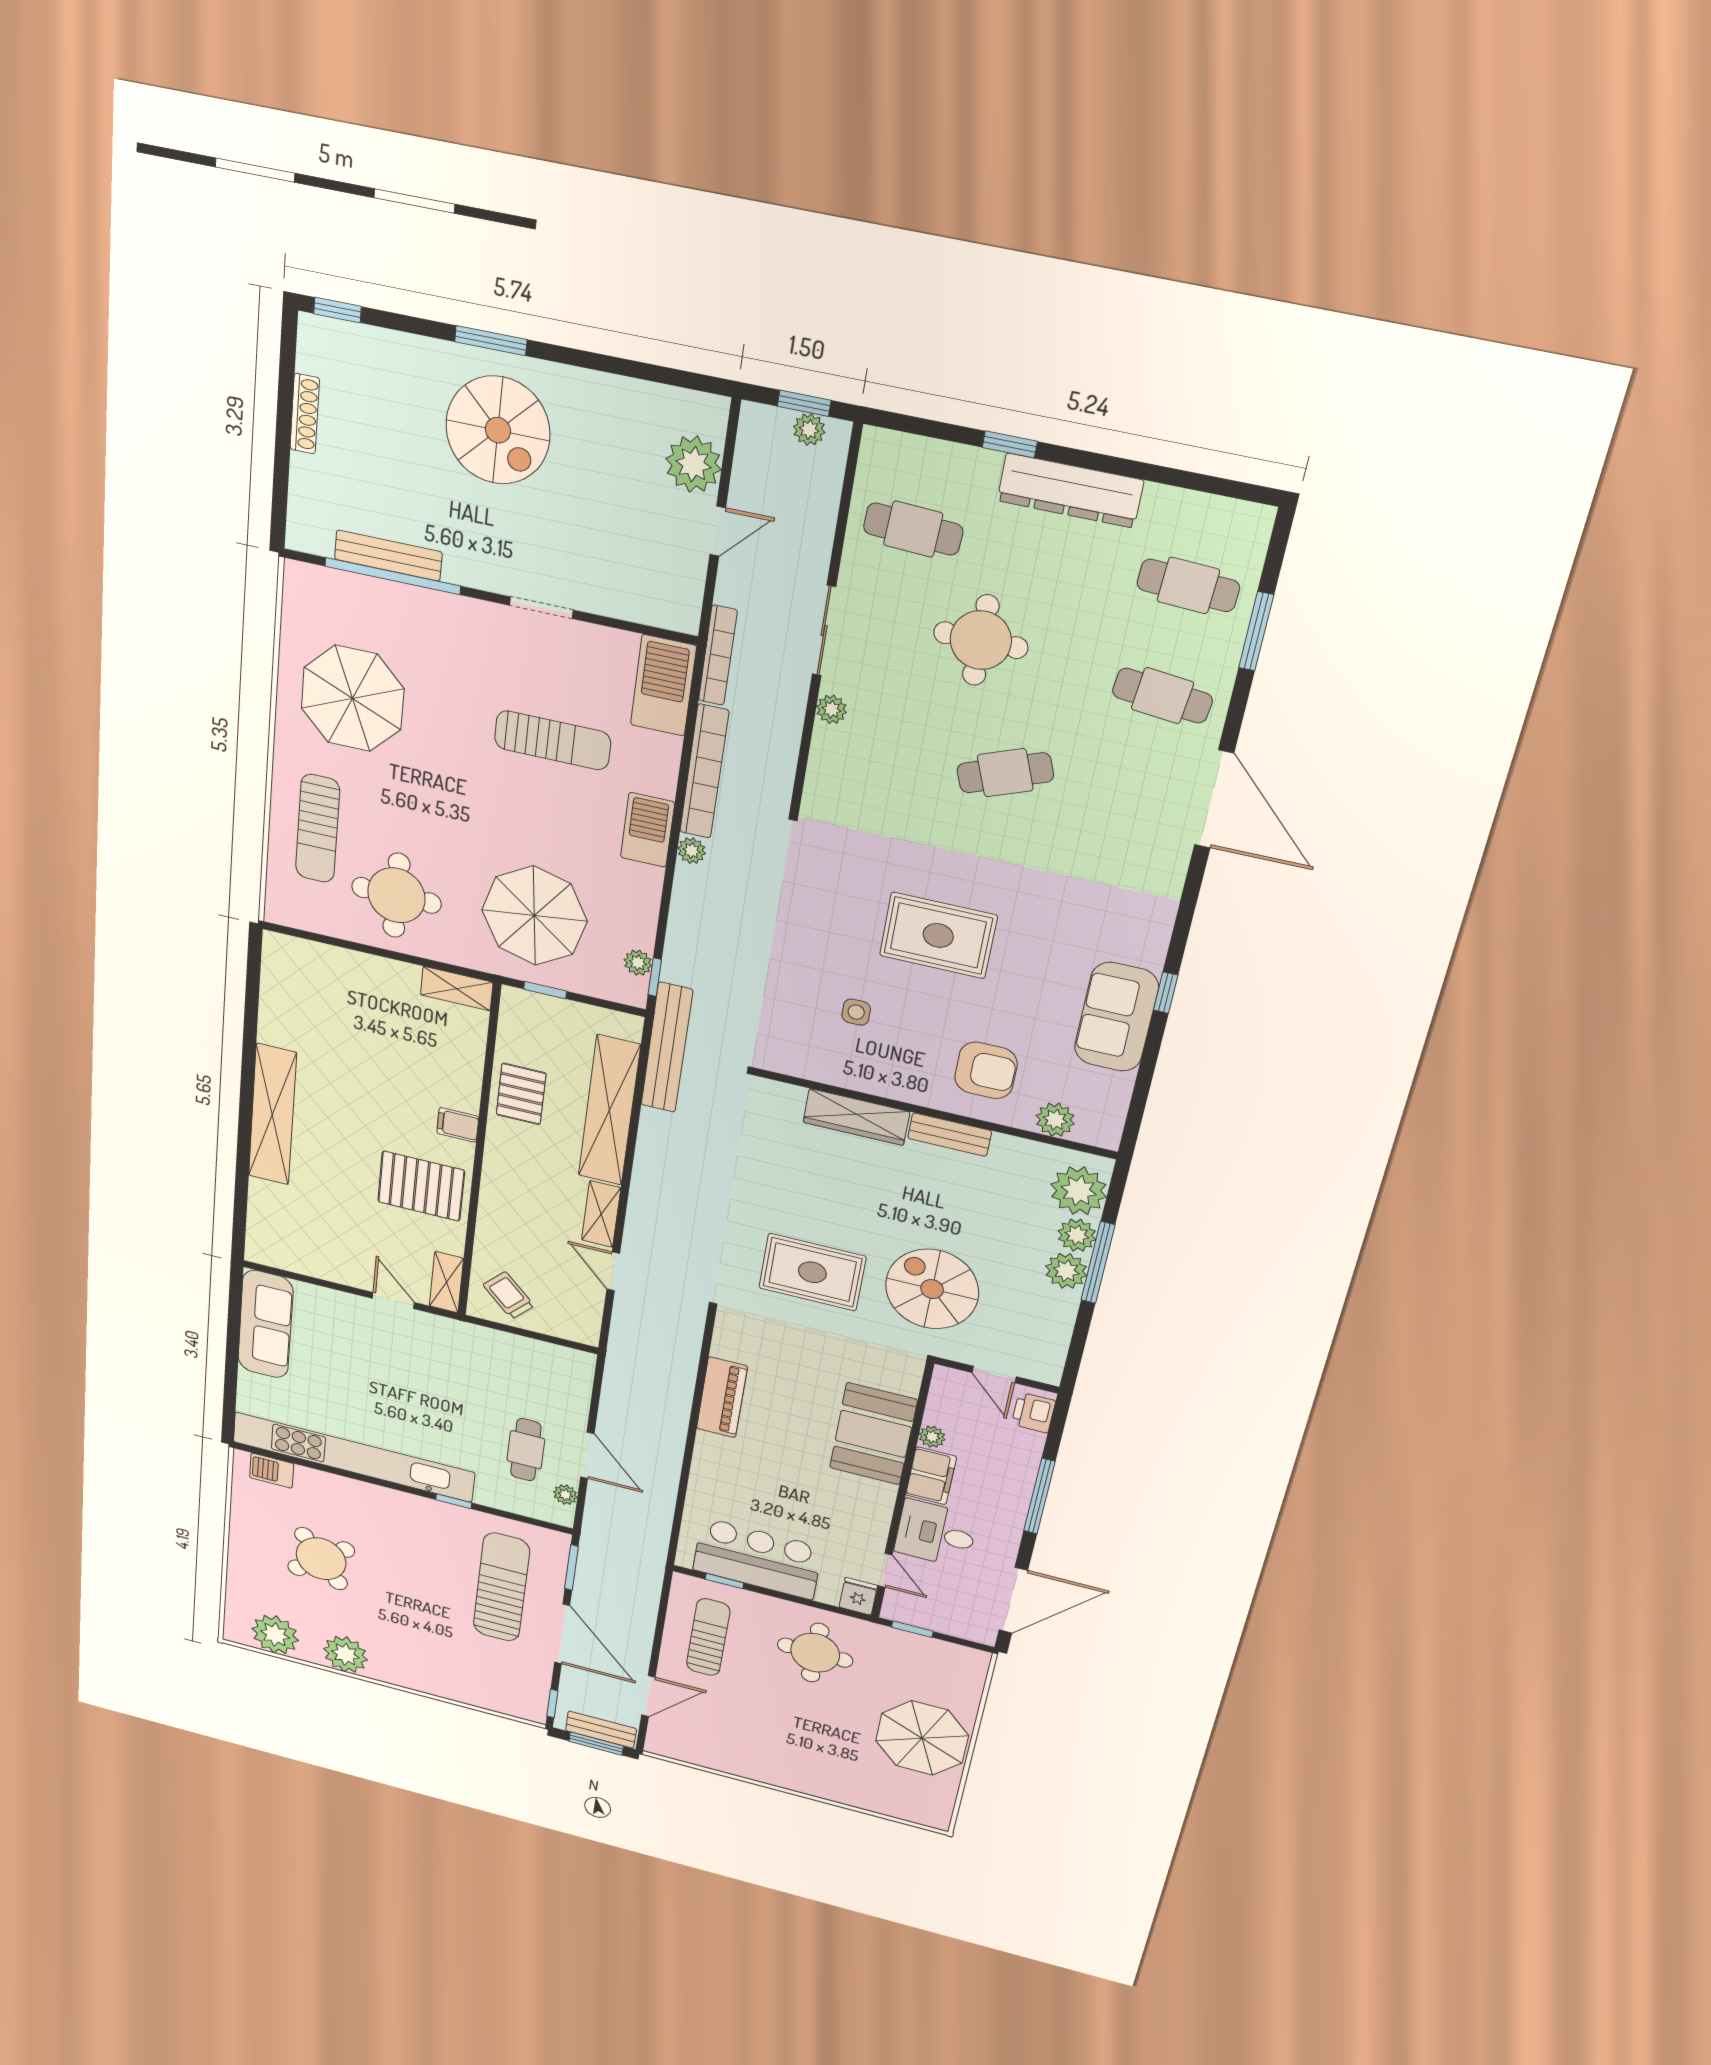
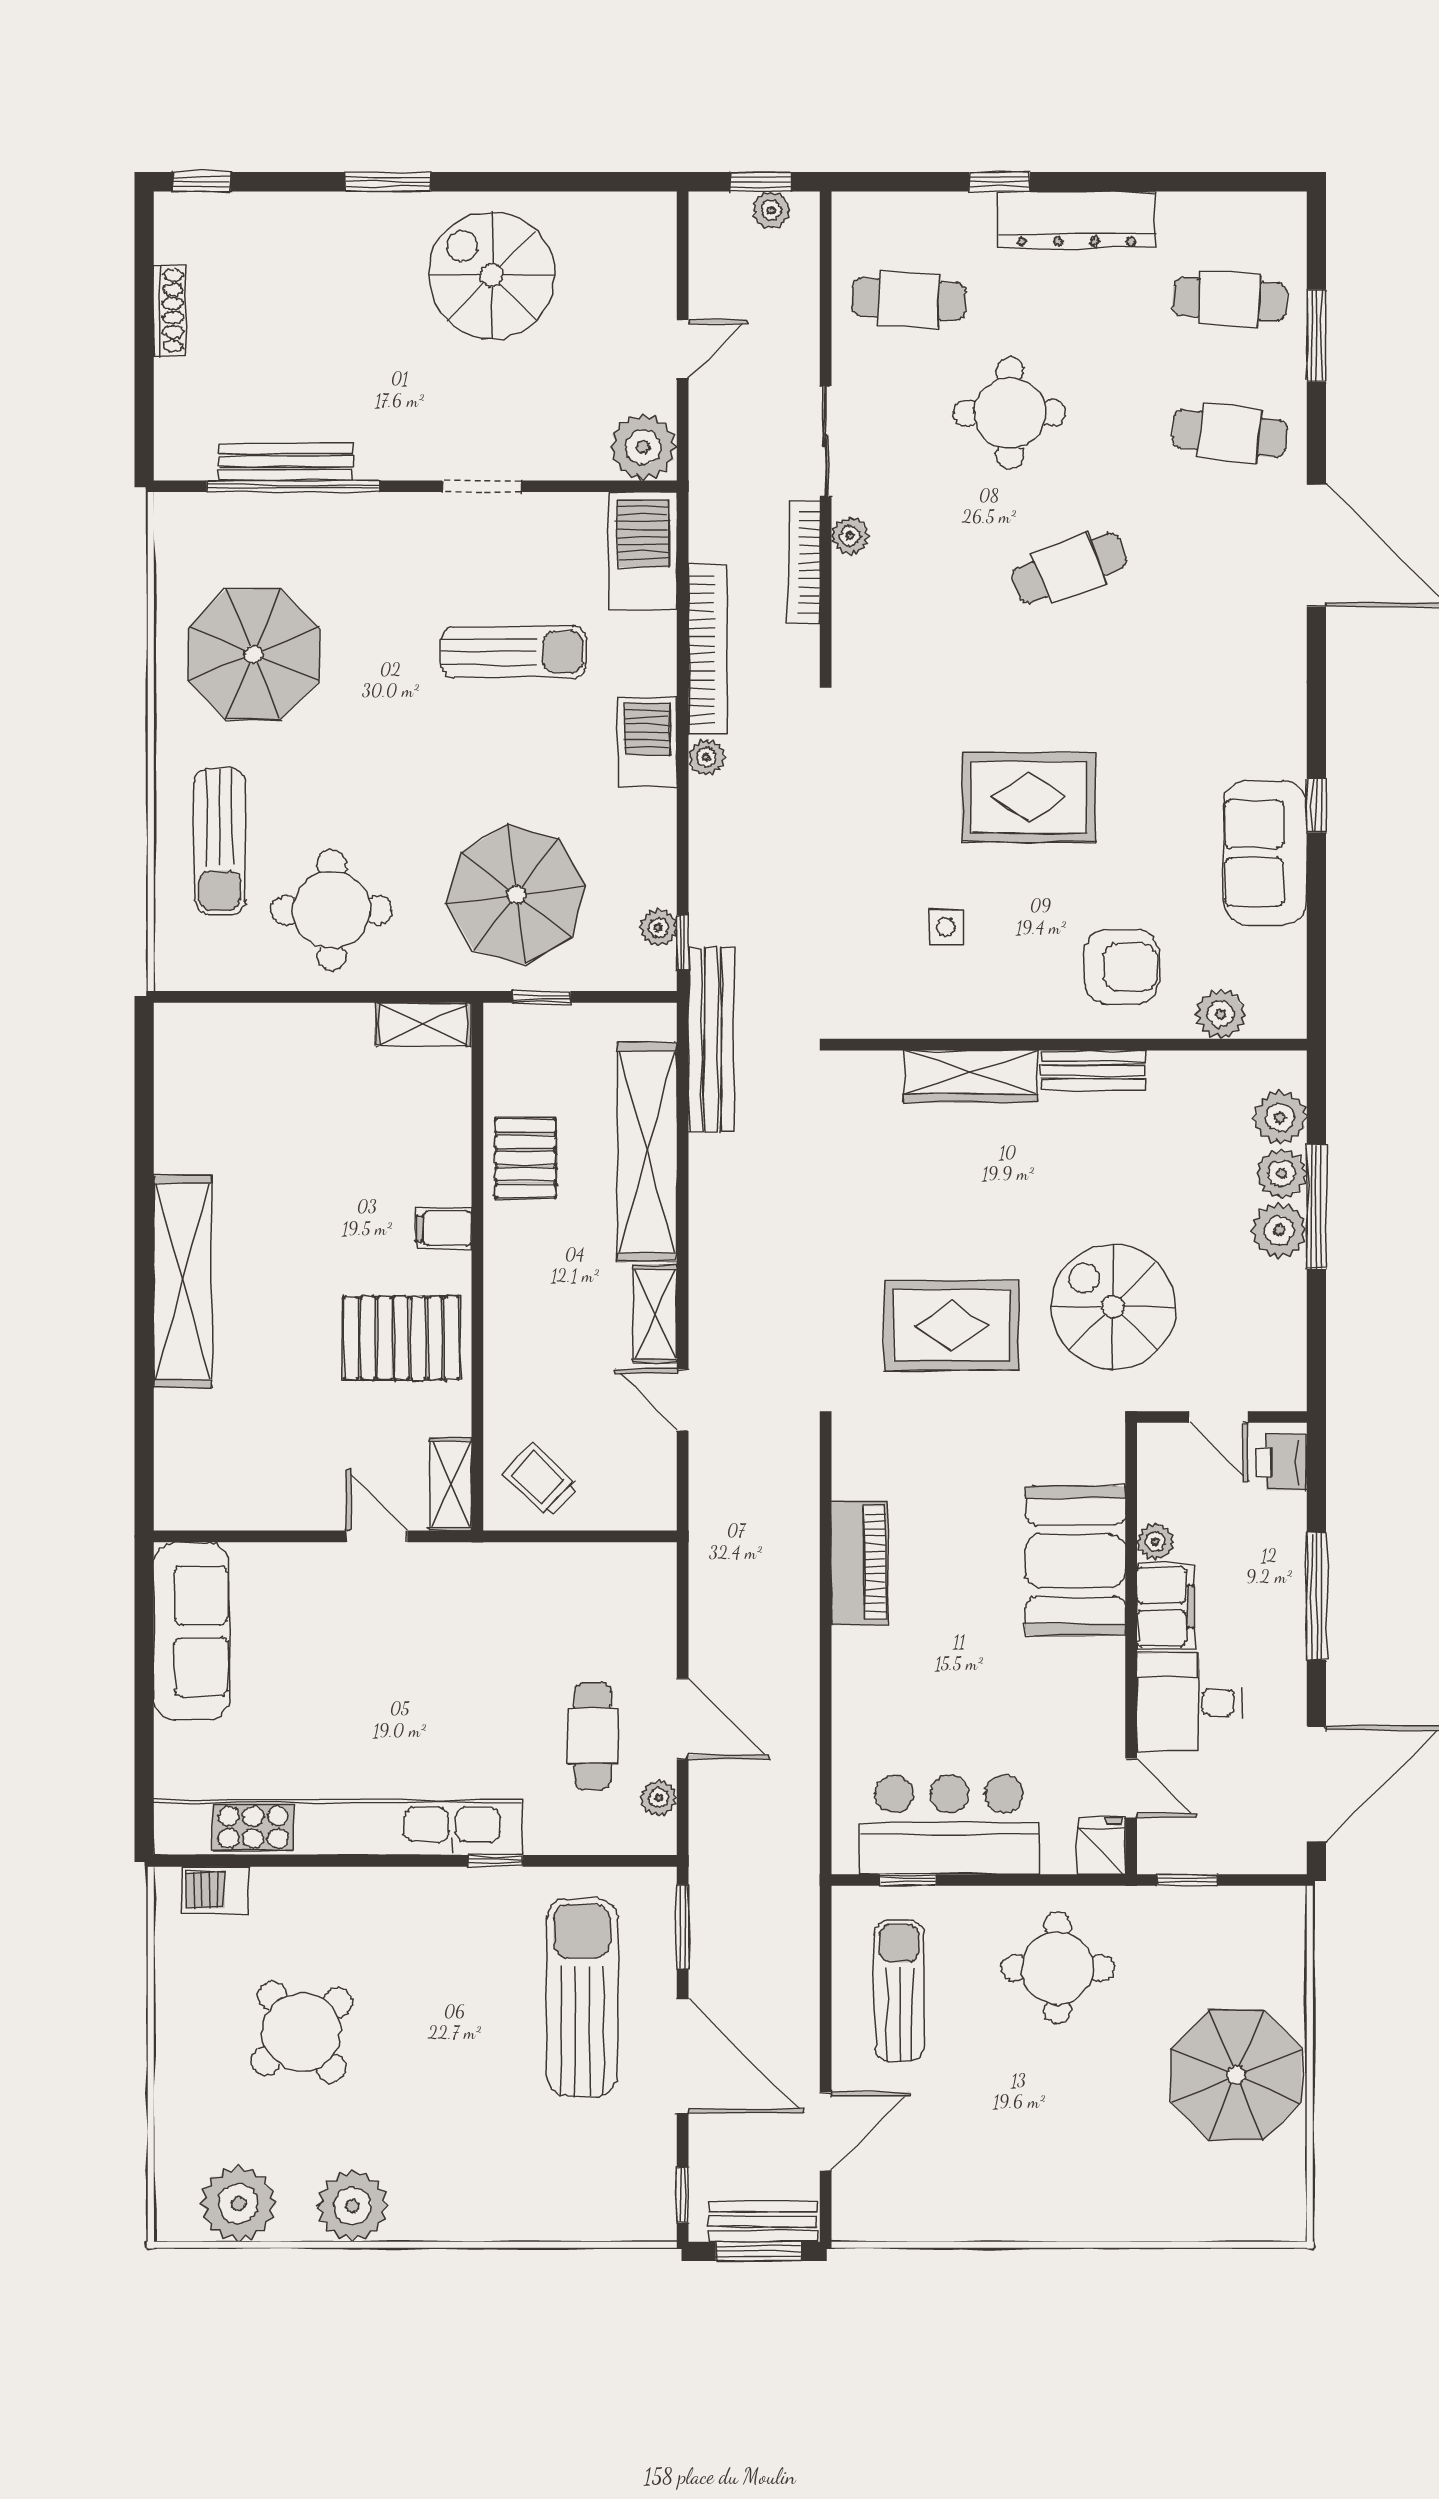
spiral stairs: (498, 430) -> (491, 275), moved, turned 180
plant: (693, 464) -> (643, 447), moved
bookcase: (718, 655) -> (804, 562), moved, turned 180
plant: (1079, 1191) -> (1280, 1117), width x0.73, depth x0.73

